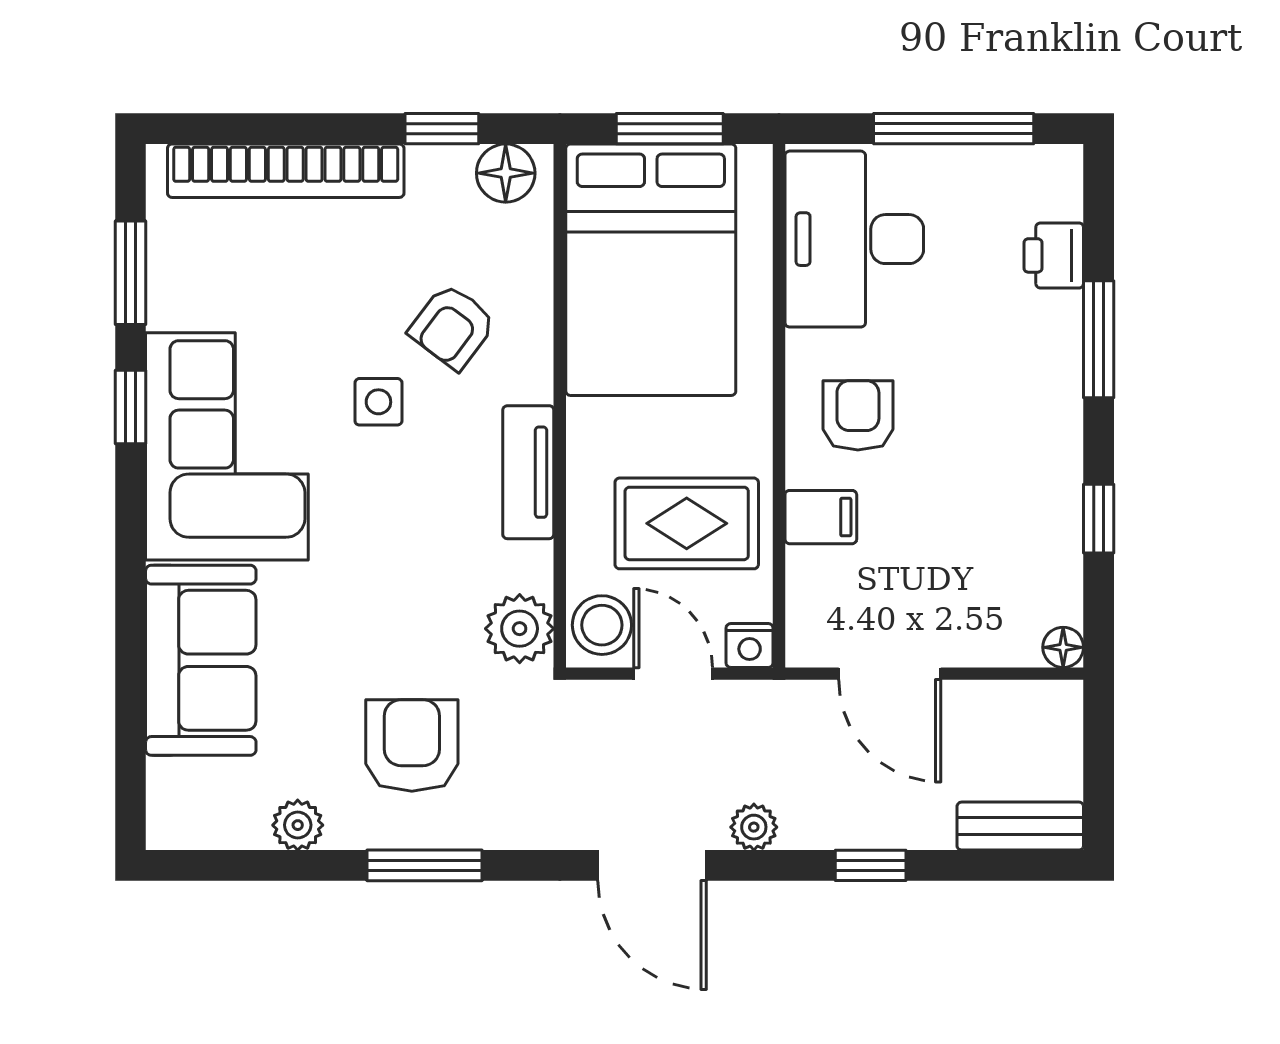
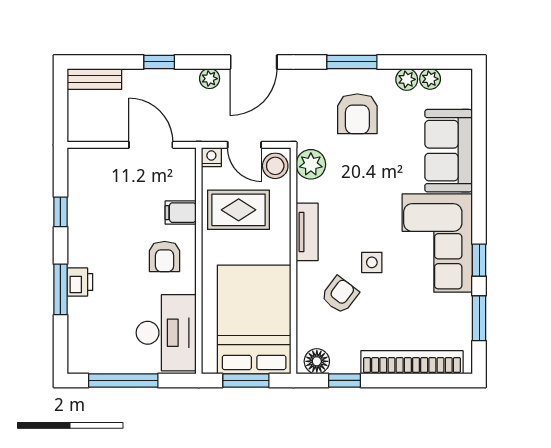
printer: (1054, 255) -> (80, 282), moved
floor lamp: (1063, 647) -> (76, 156), removed
plant: (244, 826) -> (430, 79), added
door: (652, 865) -> (254, 62), swing flipped

